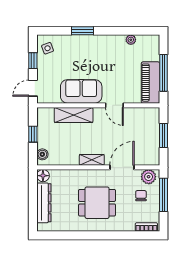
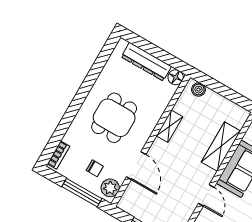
door: (114, 105) -> (206, 195), swing flipped
window: (33, 134) -> (226, 92), removed
shelving: (92, 160) -> (169, 126), moved

